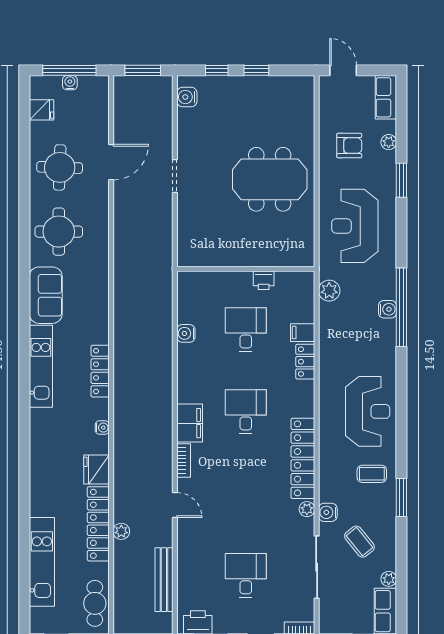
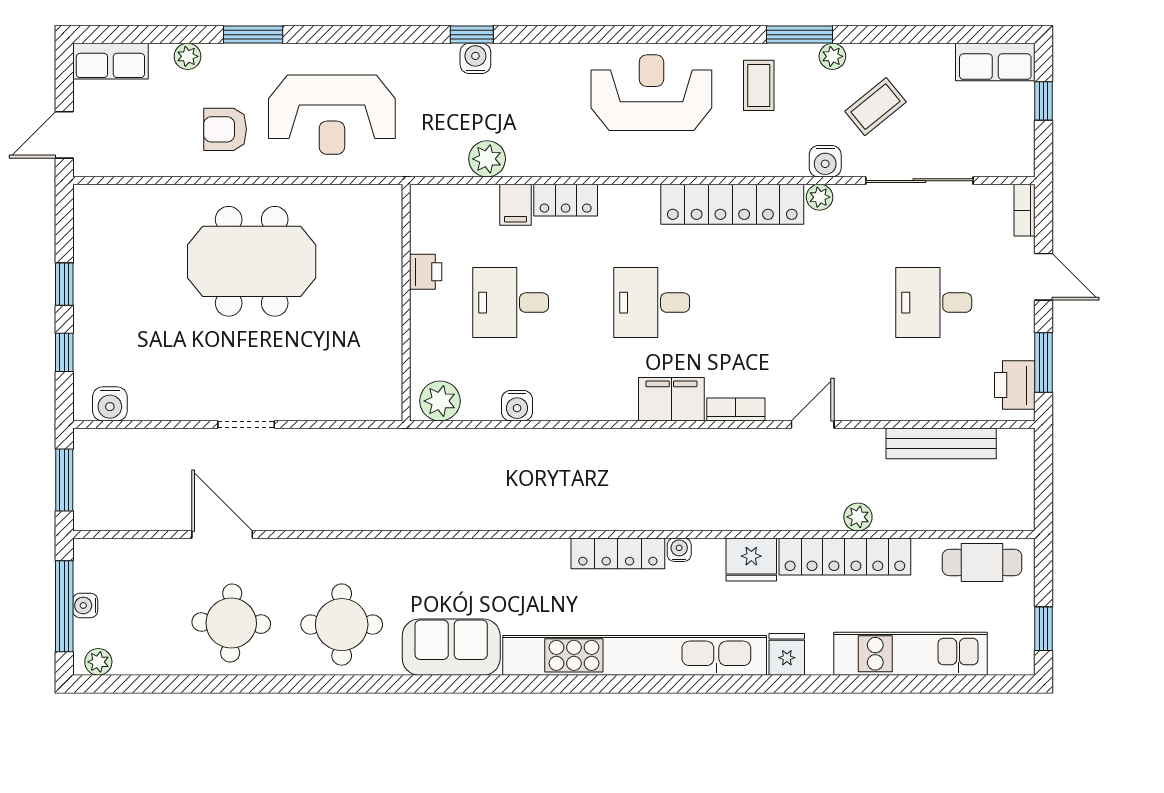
plant: (37, 90) -> (98, 662), added
fridge: (41, 110) -> (787, 654), moved
armchair: (349, 146) -> (225, 129), moved, turned -90
meeting table: (270, 179) -> (252, 261), turned 90
plant: (189, 289) -> (440, 401), added
plant: (329, 291) -> (487, 159), moved
window: (401, 307) -> (472, 35), width x0.32
kitchen unit: (41, 366) -> (635, 655), width x1.86
locker: (100, 371) -> (618, 553), moved
plant: (389, 579) -> (832, 56), moved

